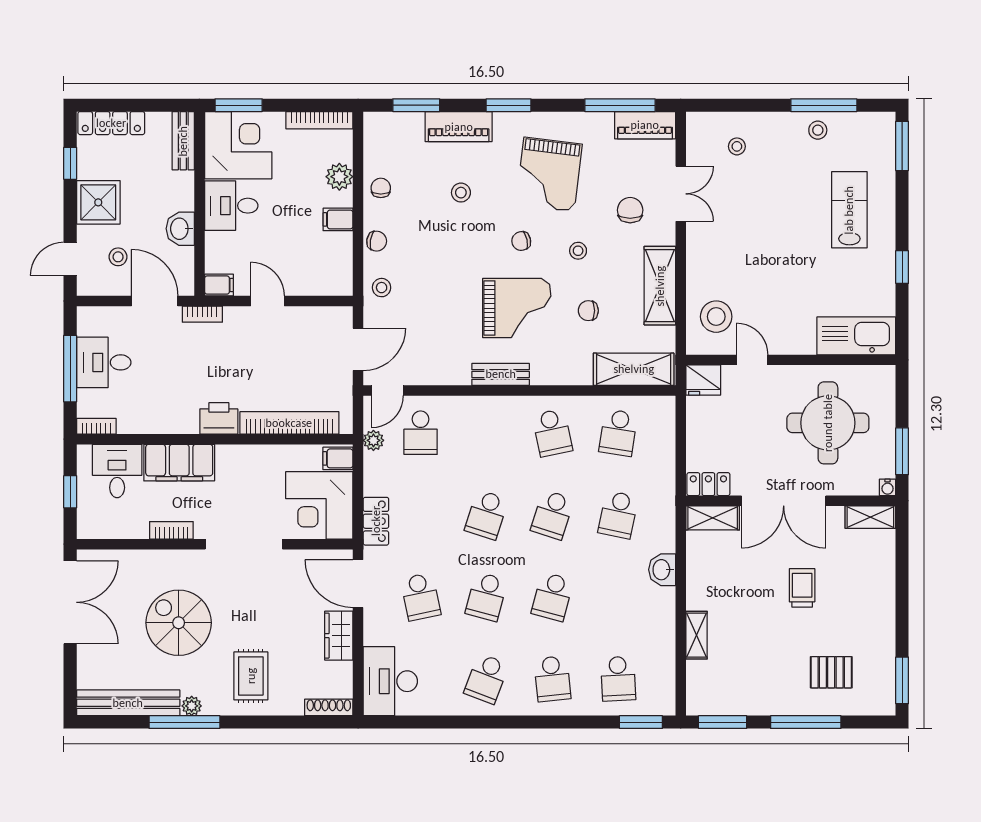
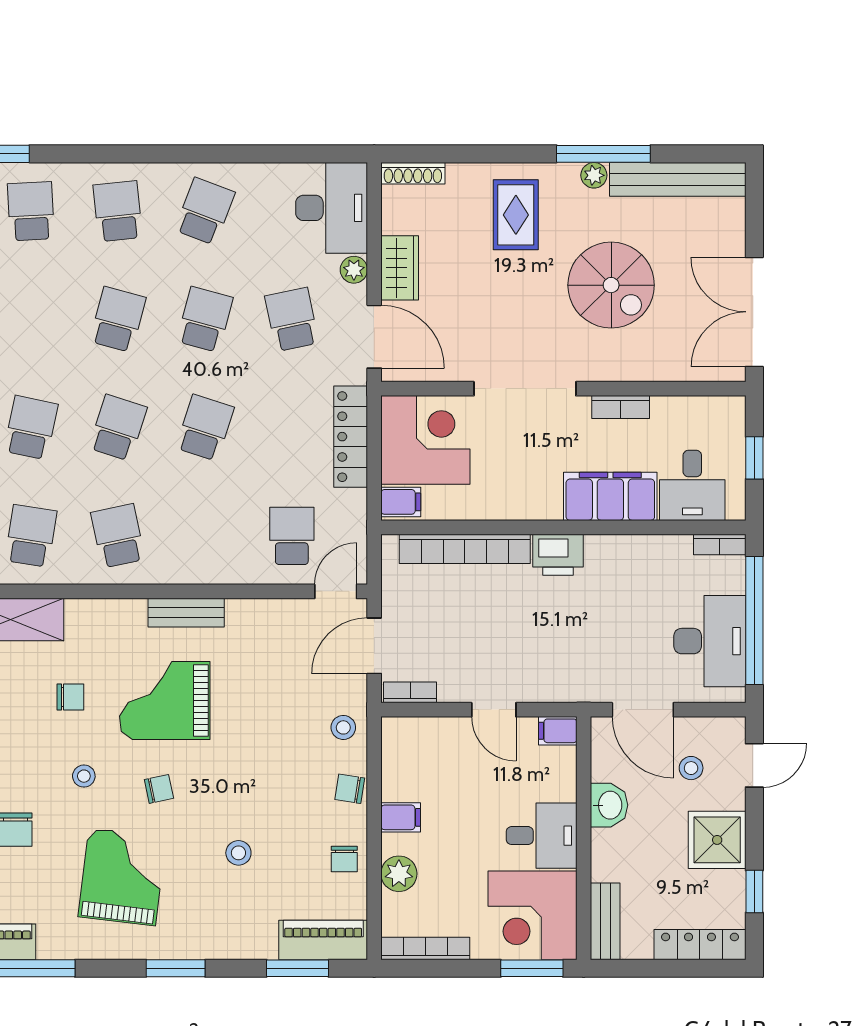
piano: (459, 127) -> (323, 940), moved
bookcase: (202, 314) -> (410, 692), moved
desk: (104, 362) -> (710, 641), width x1.37
window: (70, 369) -> (754, 620), width x1.46
plant: (373, 440) -> (354, 270), moved
locker: (376, 521) -> (351, 437), width x1.53

